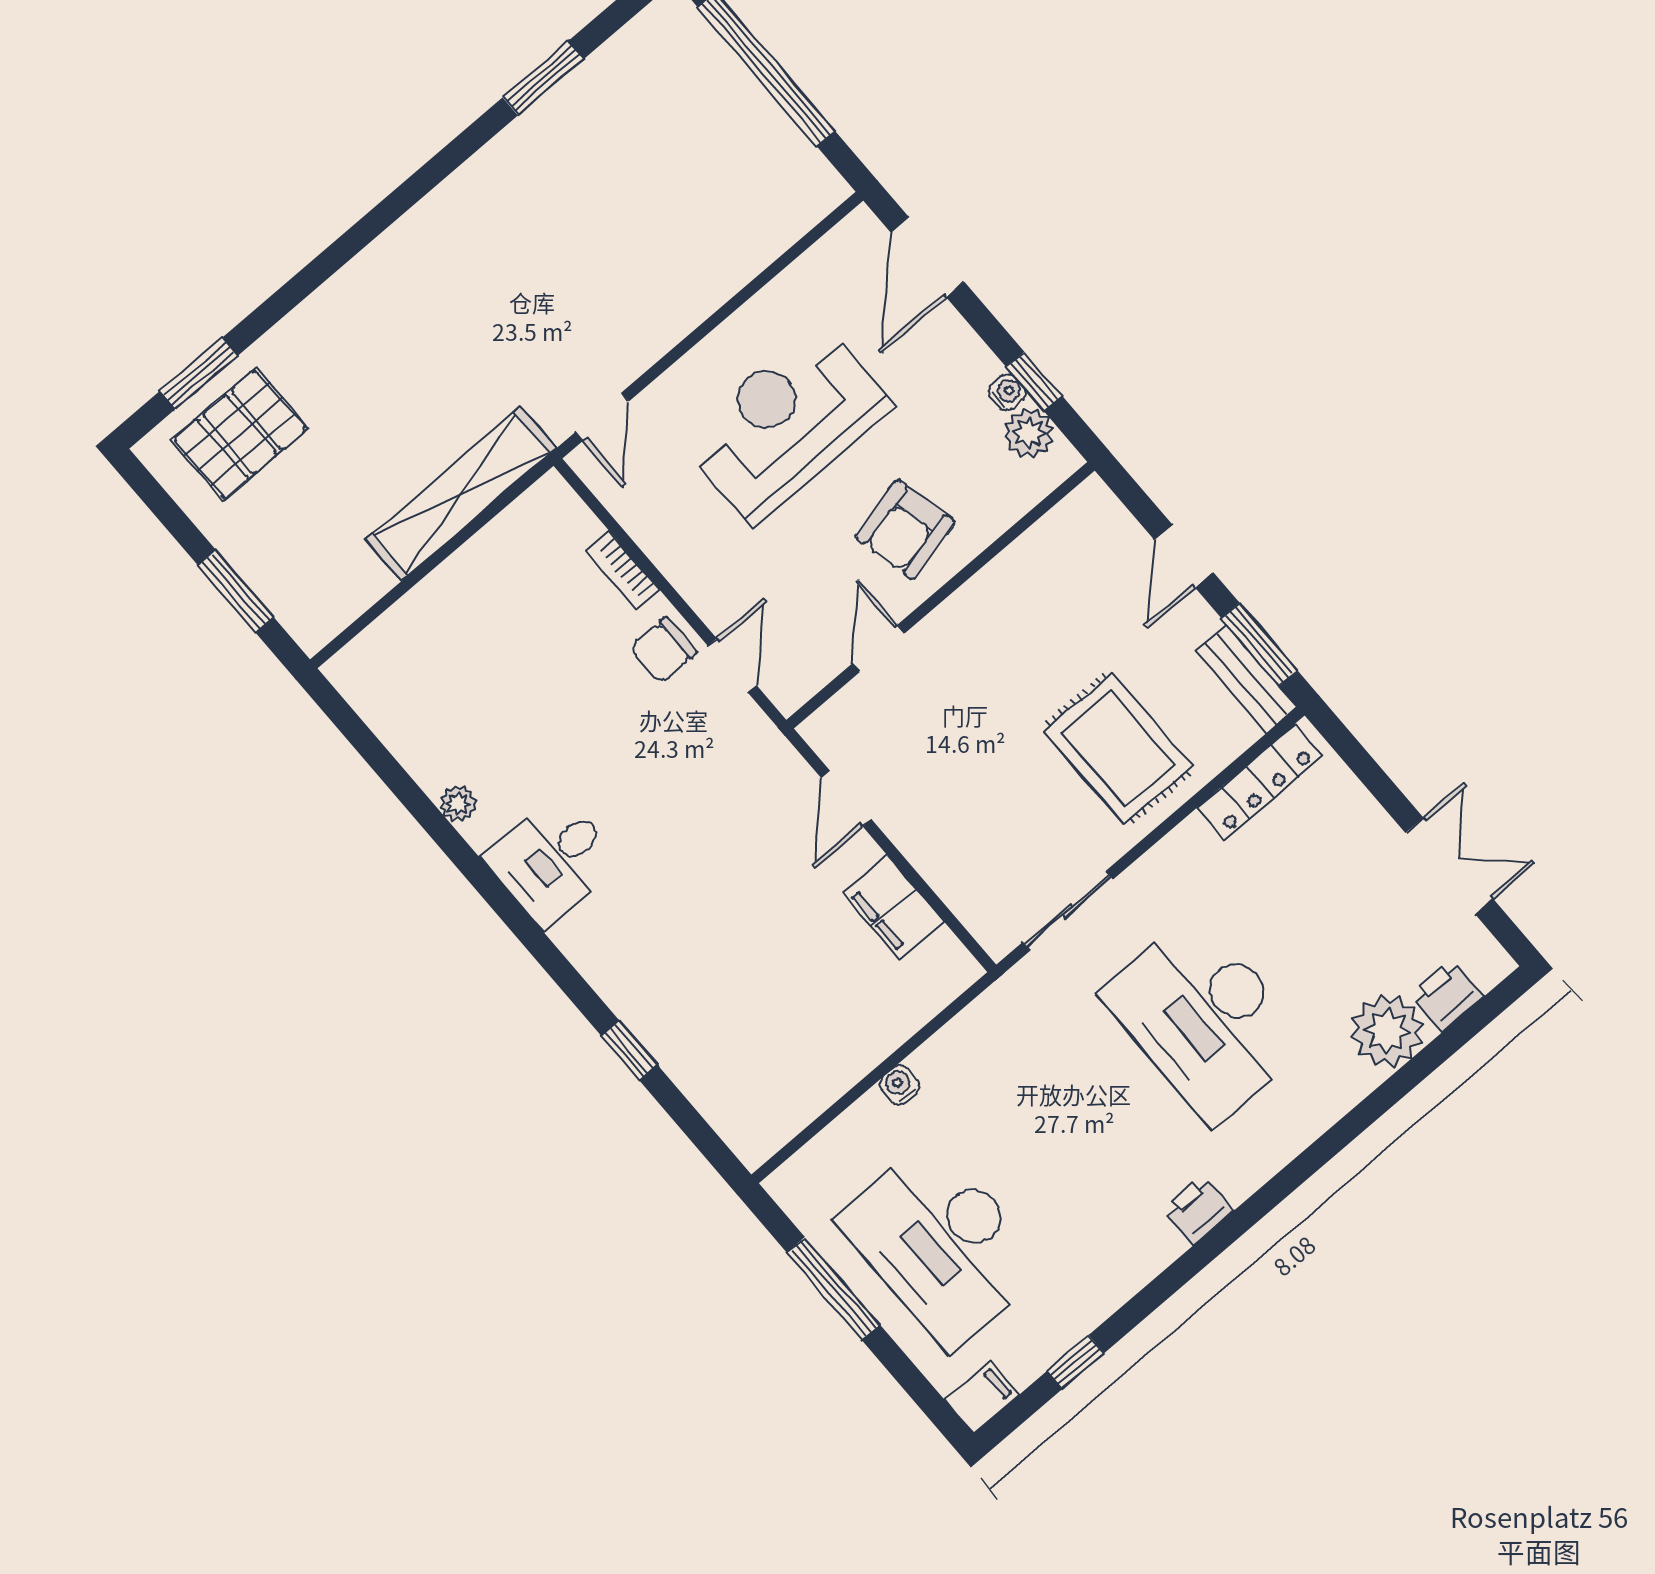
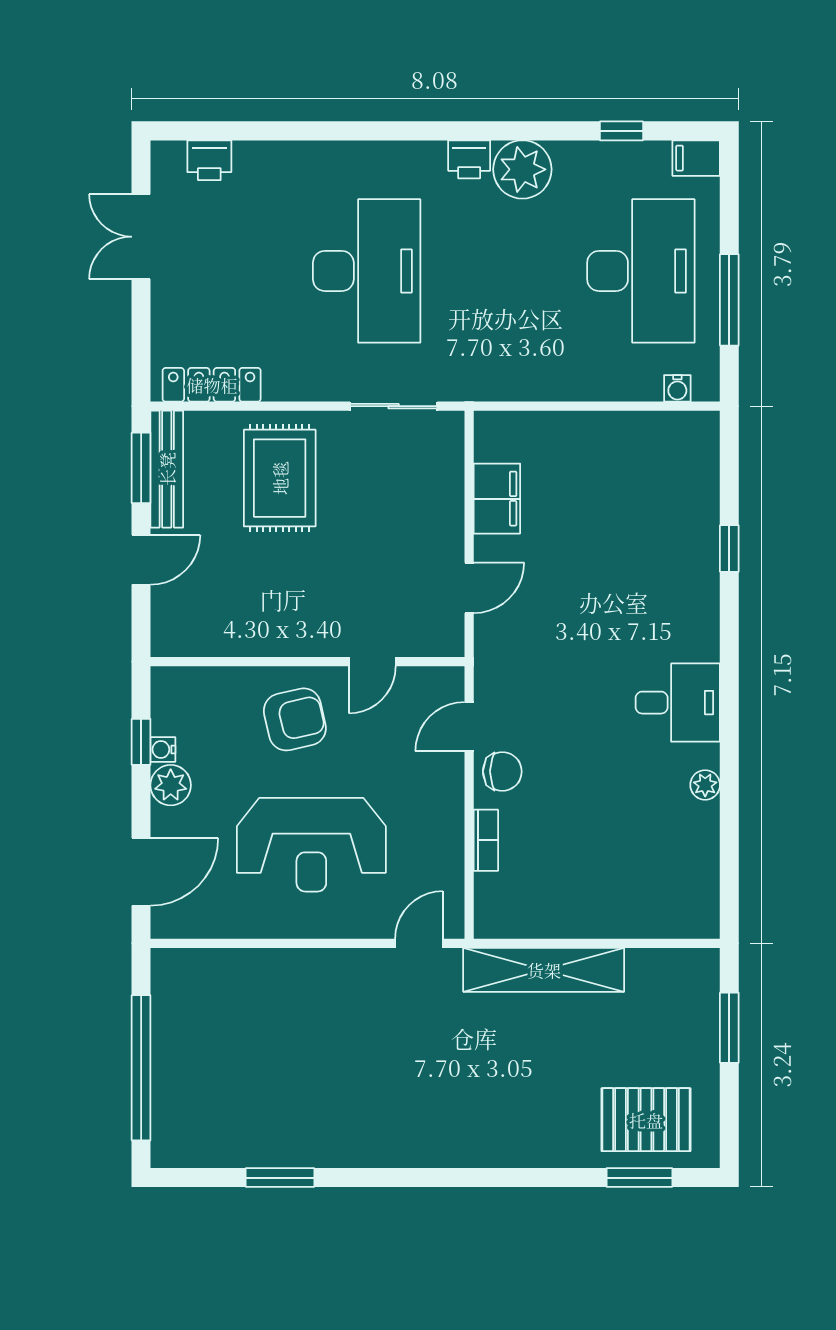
plant: (1029, 433) -> (171, 785), moved
bench: (1246, 679) -> (167, 469), width x1.36
plant: (1387, 1031) -> (522, 169), moved
water cooler: (899, 1085) -> (677, 388), moved

